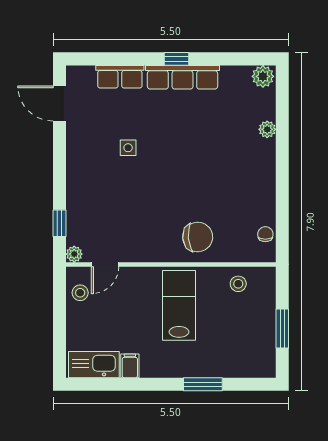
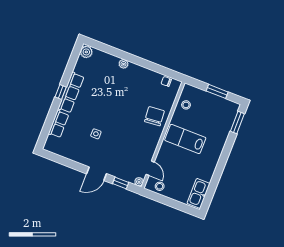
door: (60, 104) -> (97, 174), moved
plant: (267, 129) -> (123, 64), moved
filing cabinet: (130, 366) -> (206, 176), removed
window: (203, 384) -> (237, 123), moved

